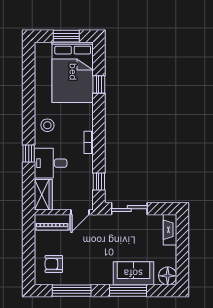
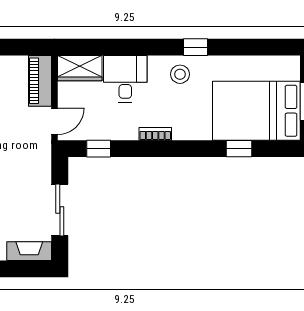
window: (29, 153) -> (196, 47), moved
sliding door: (129, 209) -> (60, 210), moved
door: (80, 212) -> (55, 121), swing flipped

